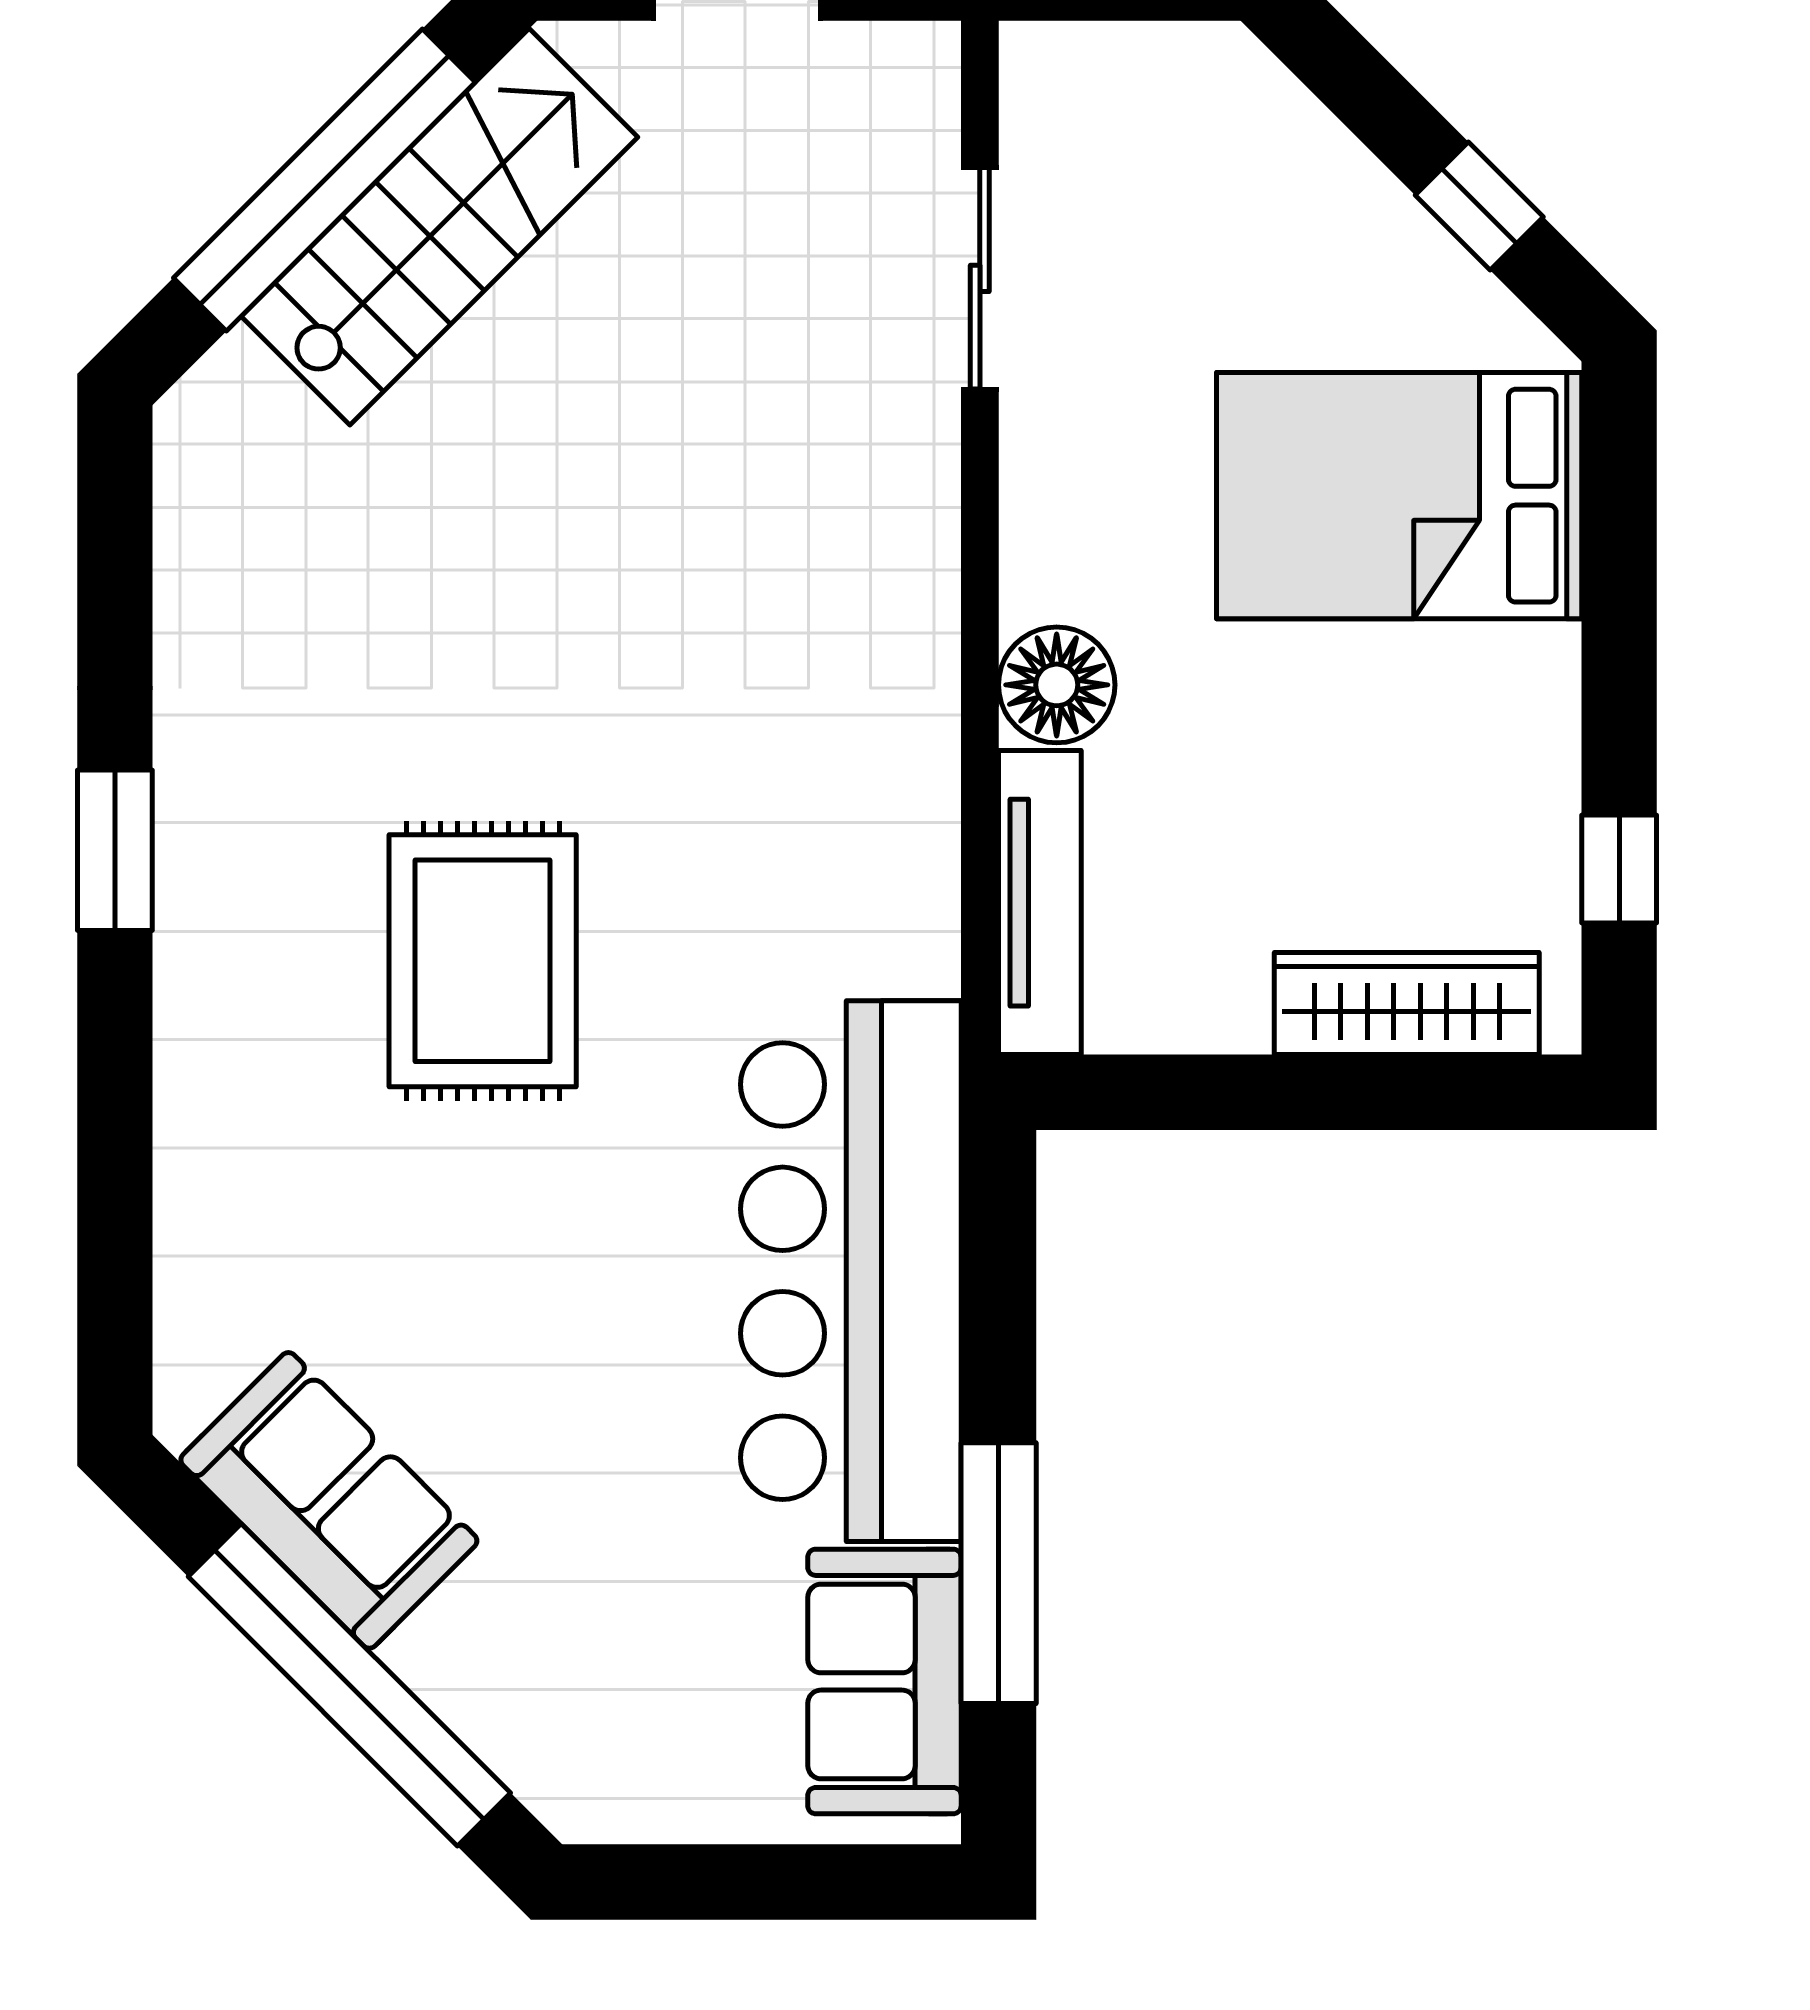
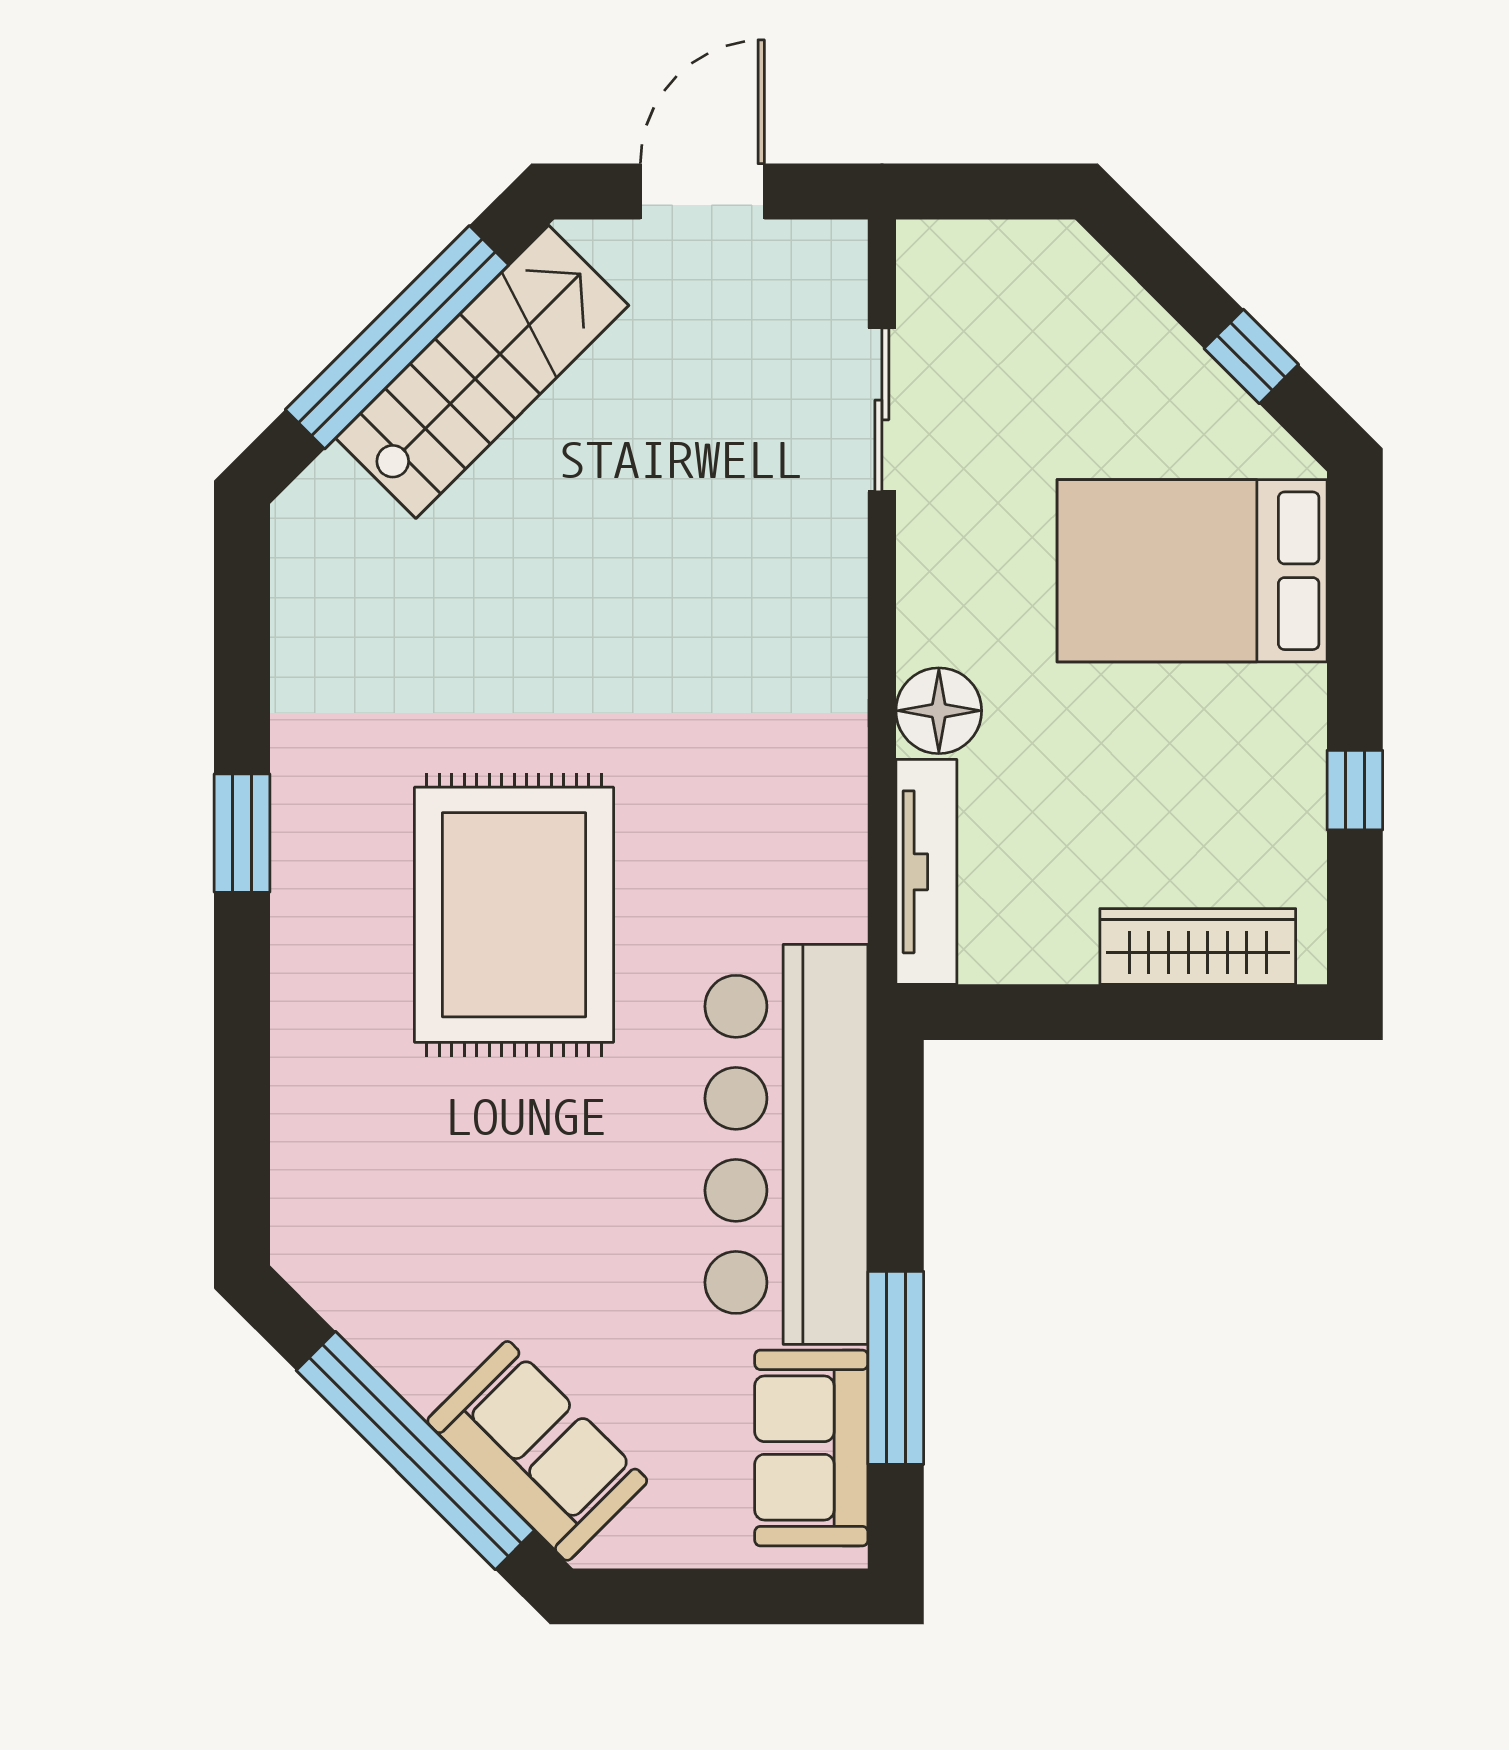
window: (1619, 869) -> (1355, 790), moved
rug: (483, 961) -> (514, 915), width x1.37, depth x1.44
sofa: (329, 1500) -> (537, 1451), moved

